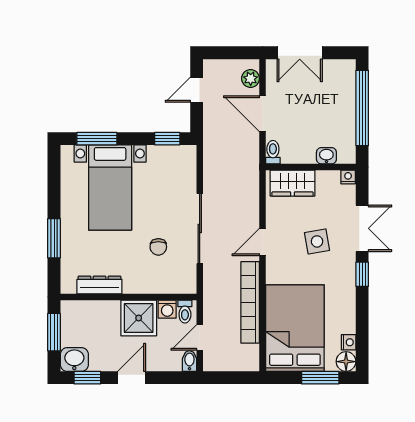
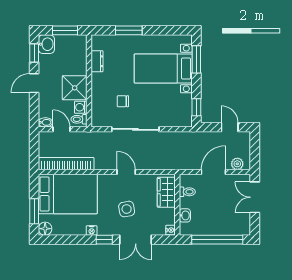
toilet: (273, 152) -> (187, 192), moved
dresser: (99, 285) -> (97, 61), width x0.70
bookcase: (250, 302) -> (66, 164), moved
nightstand: (349, 342) -> (92, 230), moved
door: (132, 378) -> (34, 83), swing flipped

